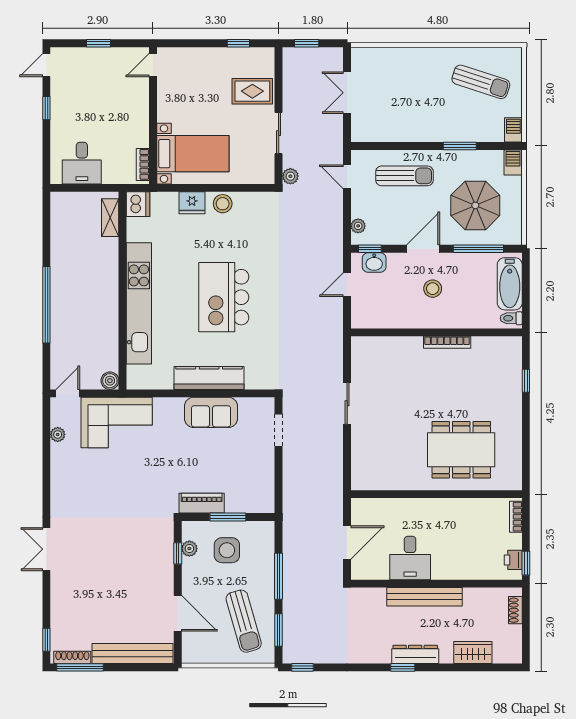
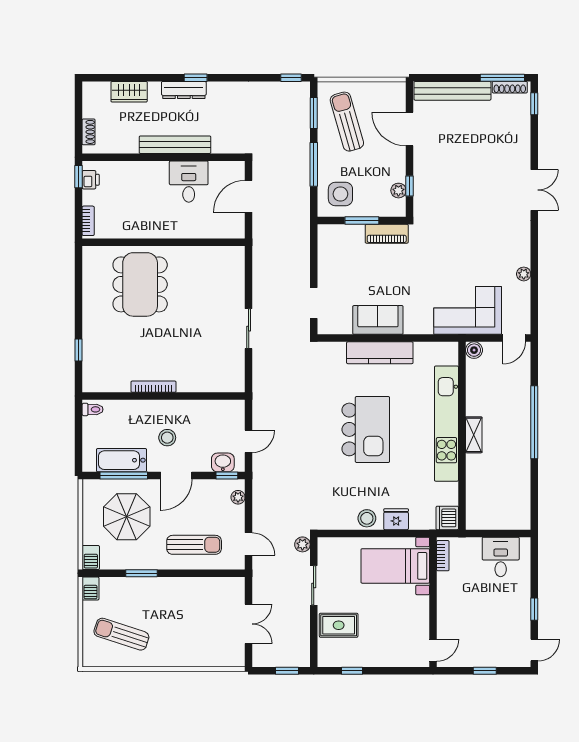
sun lounger: (404, 176) -> (194, 545), turned 180
shelving: (110, 218) -> (474, 435), moved
bathtub: (510, 284) -> (121, 460), moved, turned -90
plant: (58, 434) -> (524, 274), moved
dining table: (461, 450) -> (140, 284), turned 90
side table: (227, 550) -> (340, 194), moved

